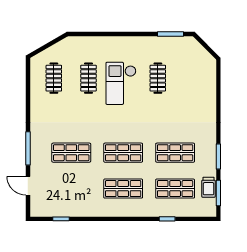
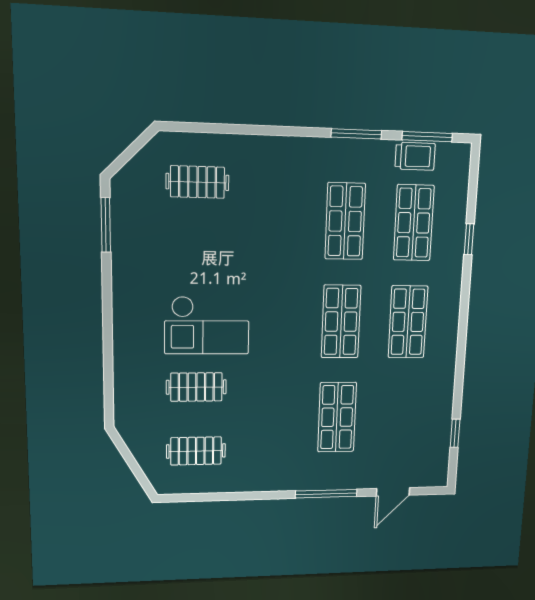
clothes rail: (158, 78) -> (197, 182), moved

